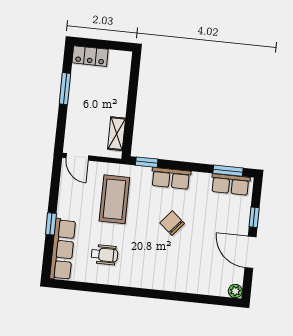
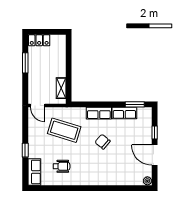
window: (147, 162) -> (82, 104), removed
row of seats: (230, 184) -> (124, 113), moved
coffee table: (114, 199) -> (64, 130), turned -73
row of seats: (63, 249) -> (34, 172), width x0.68

